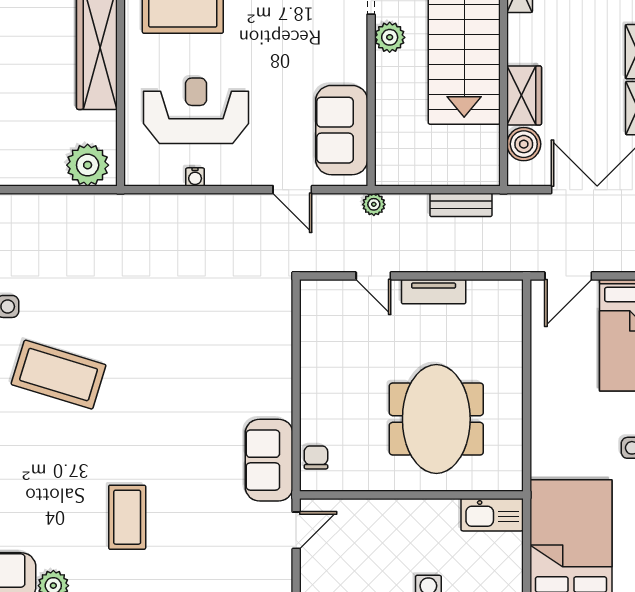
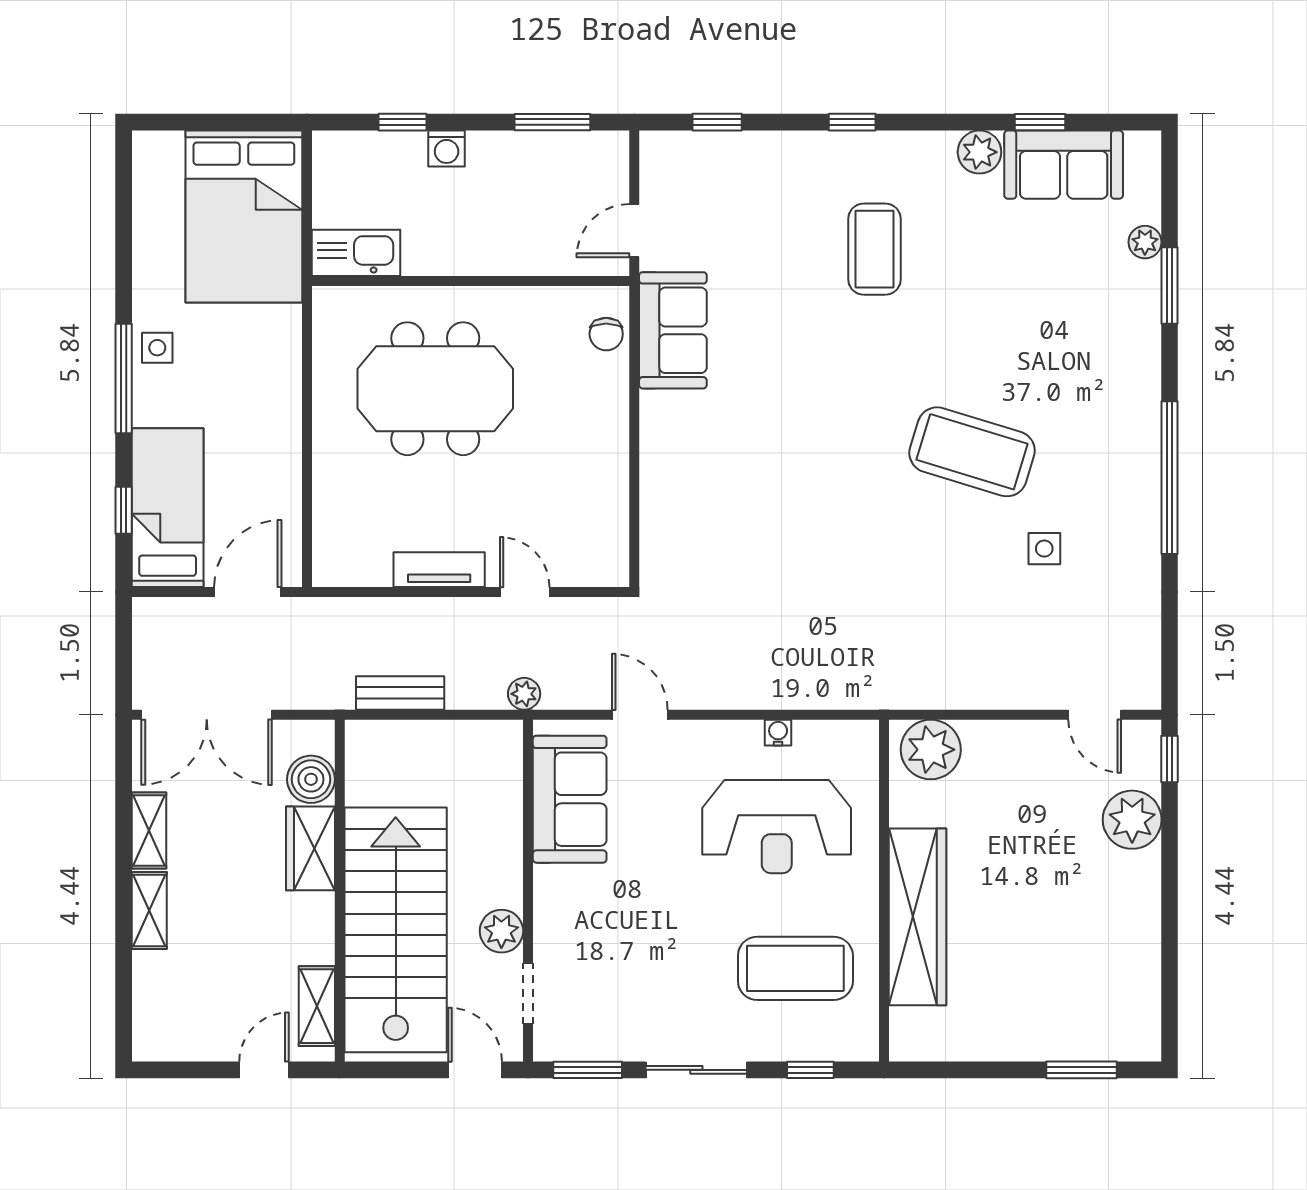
meeting table: (436, 419) -> (435, 389), turned 90

